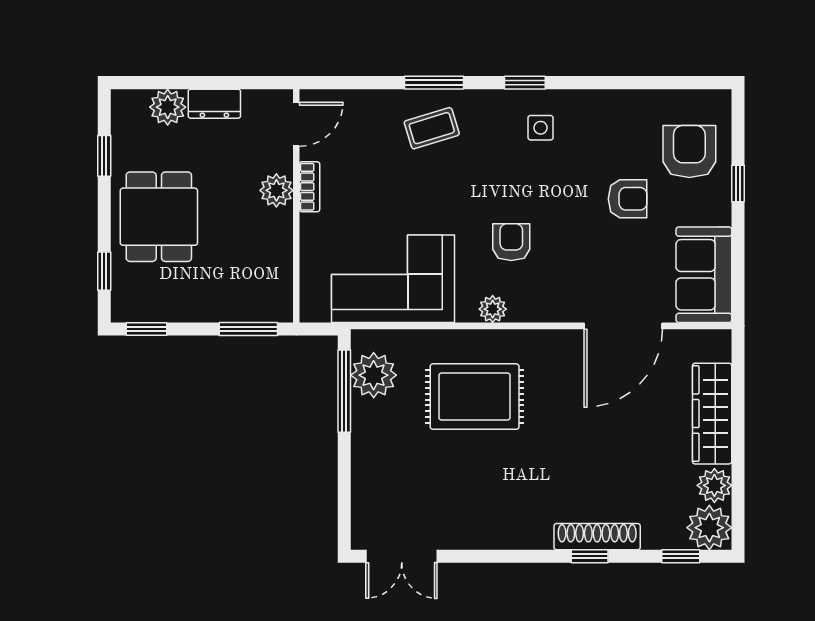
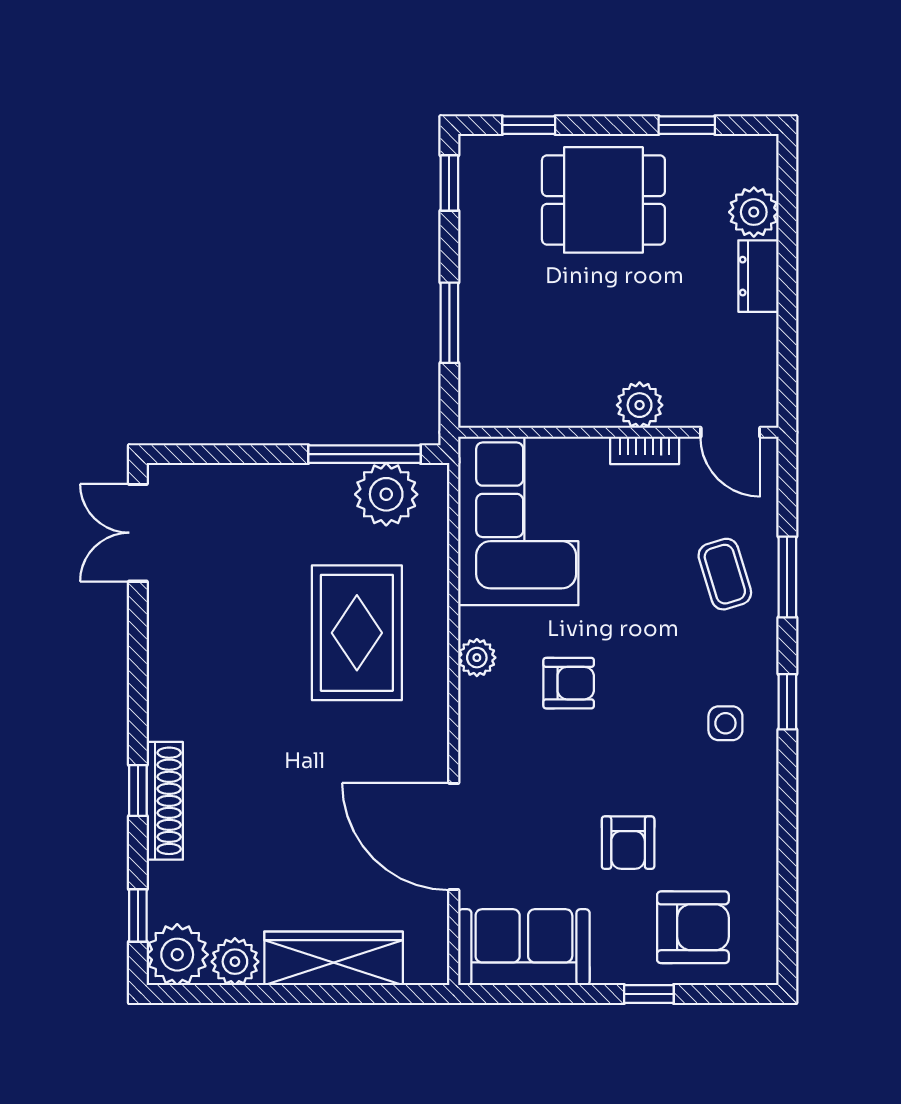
door: (296, 124) -> (730, 432), moved
bookcase: (310, 187) -> (645, 450), moved
plant: (276, 190) -> (640, 405), moved
wall: (296, 206) -> (618, 432), moved

